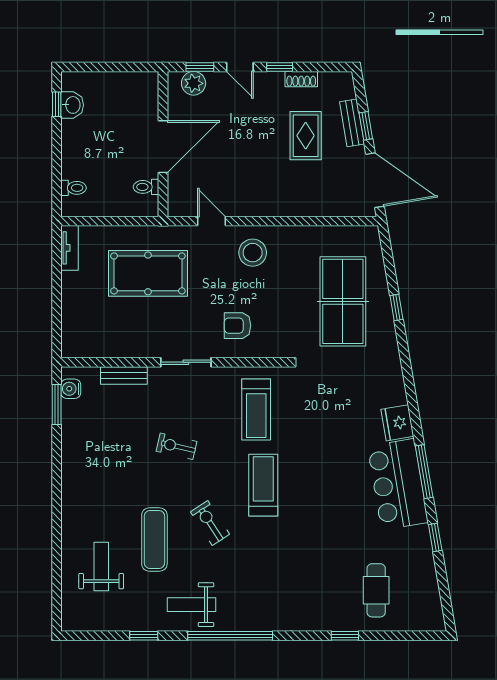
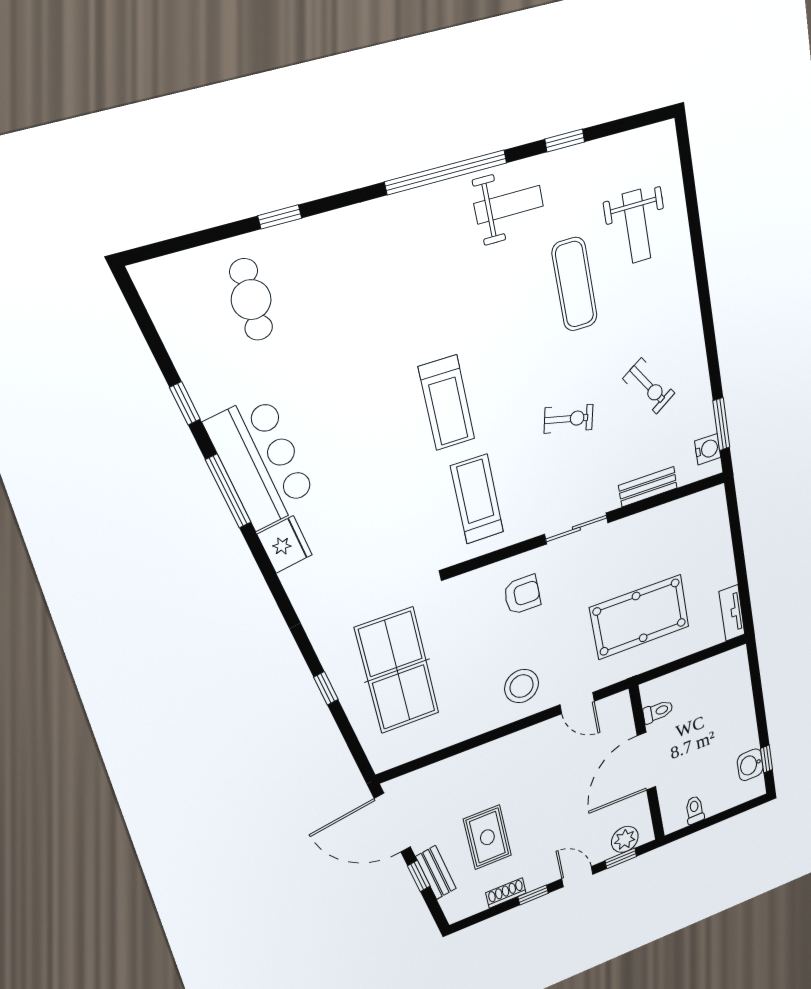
toilet: (74, 188) -> (695, 810), moved, turned 90
exercise bike: (210, 523) -> (649, 386), moved

